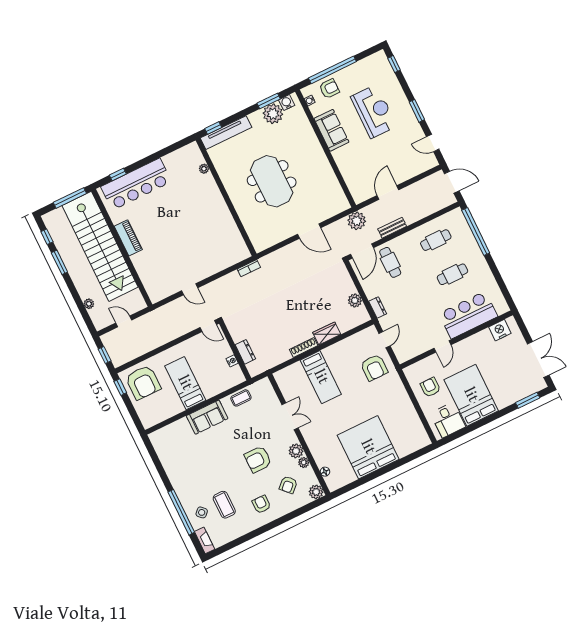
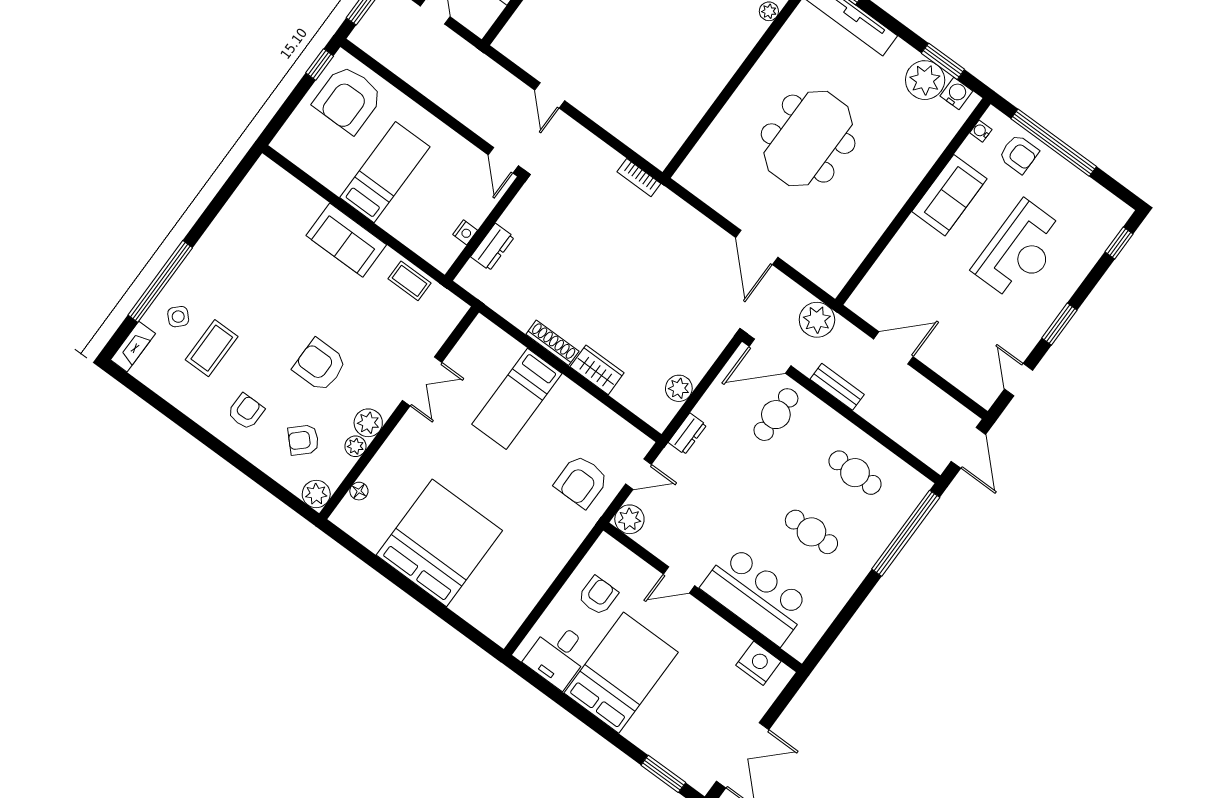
plant: (403, 355) -> (629, 519), added

